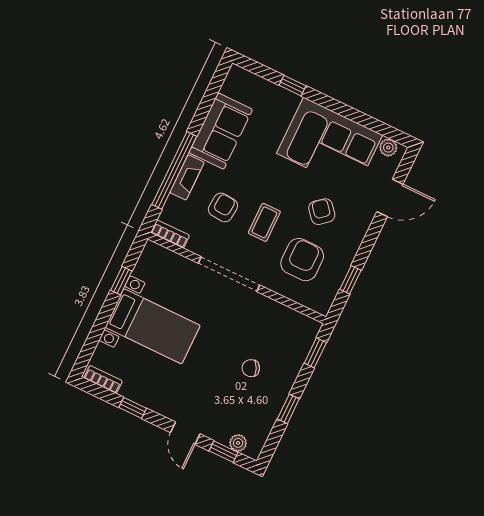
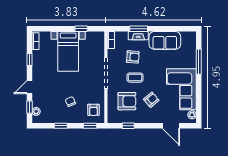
window: (292, 86) -> (199, 62), width x2.17
window: (174, 170) -> (139, 29), width x0.47
armchair: (288, 332) -> (93, 110), added

